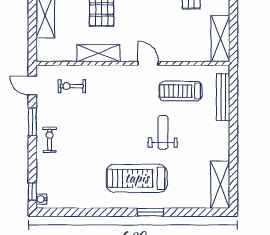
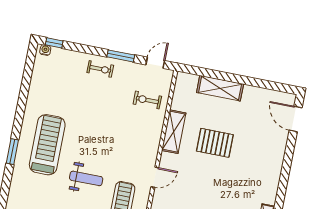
exercise bike: (72, 86) -> (147, 100), turned -90

